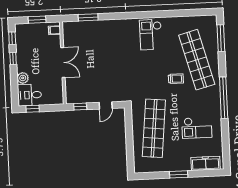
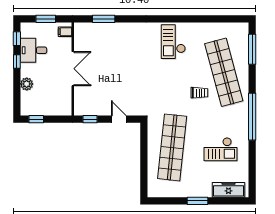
desk: (30, 95) -> (33, 50), moved
door: (106, 105) -> (119, 119), swing flipped

